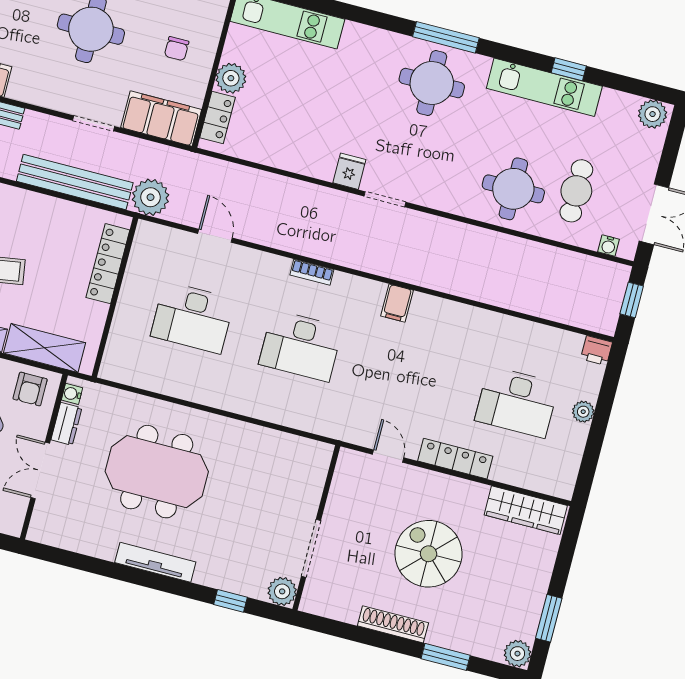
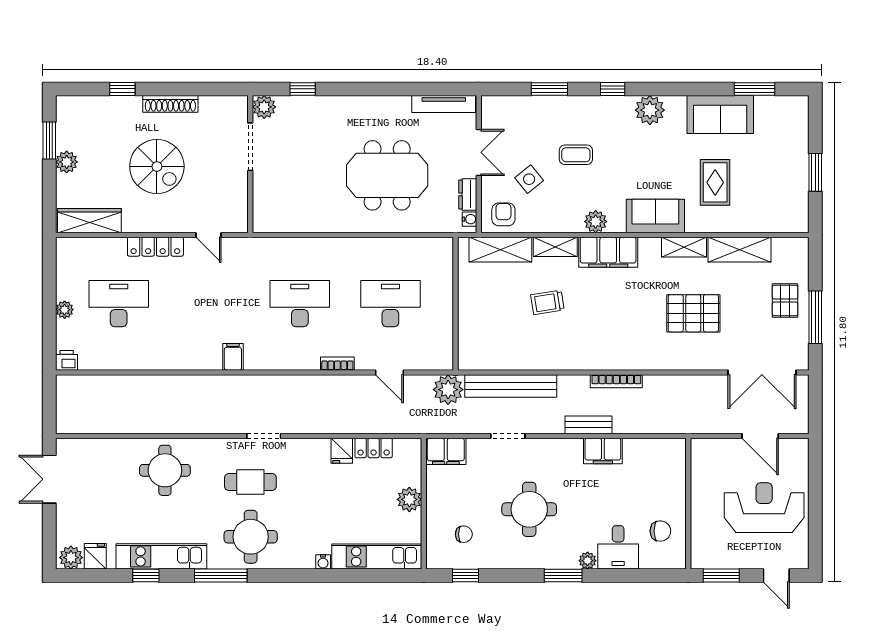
window: (446, 37) -> (221, 576), moved
chair: (177, 49) -> (464, 534), moved, turned 90
fridge: (623, 108) -> (95, 556), added
filing cabinet: (161, 118) -> (446, 451), width x0.67, depth x0.86
locker: (218, 118) -> (374, 448), moved, turned -90
fridge: (349, 171) -> (342, 451), moved
cafe table: (576, 191) -> (250, 482), moved, turned 90
water cooler: (609, 246) -> (323, 562), moved, turned 180
locker: (108, 264) -> (468, 329), removed
bookcase: (312, 272) -> (337, 364), moved
window: (632, 300) -> (49, 407), removed
tv unit: (155, 562) -> (444, 104), moved
plant: (517, 654) -> (67, 162), moved
window: (446, 657) -> (122, 89), width x0.67

